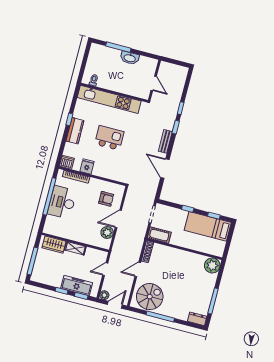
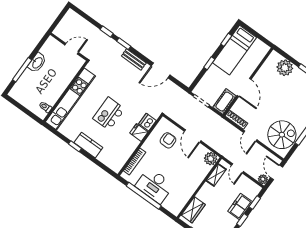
dishwasher: (67, 162) -> (148, 122), moved
fridge: (87, 166) -> (139, 132), moved
plant: (107, 233) -> (211, 159), moved
door: (178, 247) -> (244, 87), added
shelving: (75, 248) -> (216, 175), moved
plant: (212, 265) -> (285, 68), moved
freezer: (77, 285) -> (240, 207), width x0.71
spiral stairs: (150, 297) -> (282, 135), turned 90

